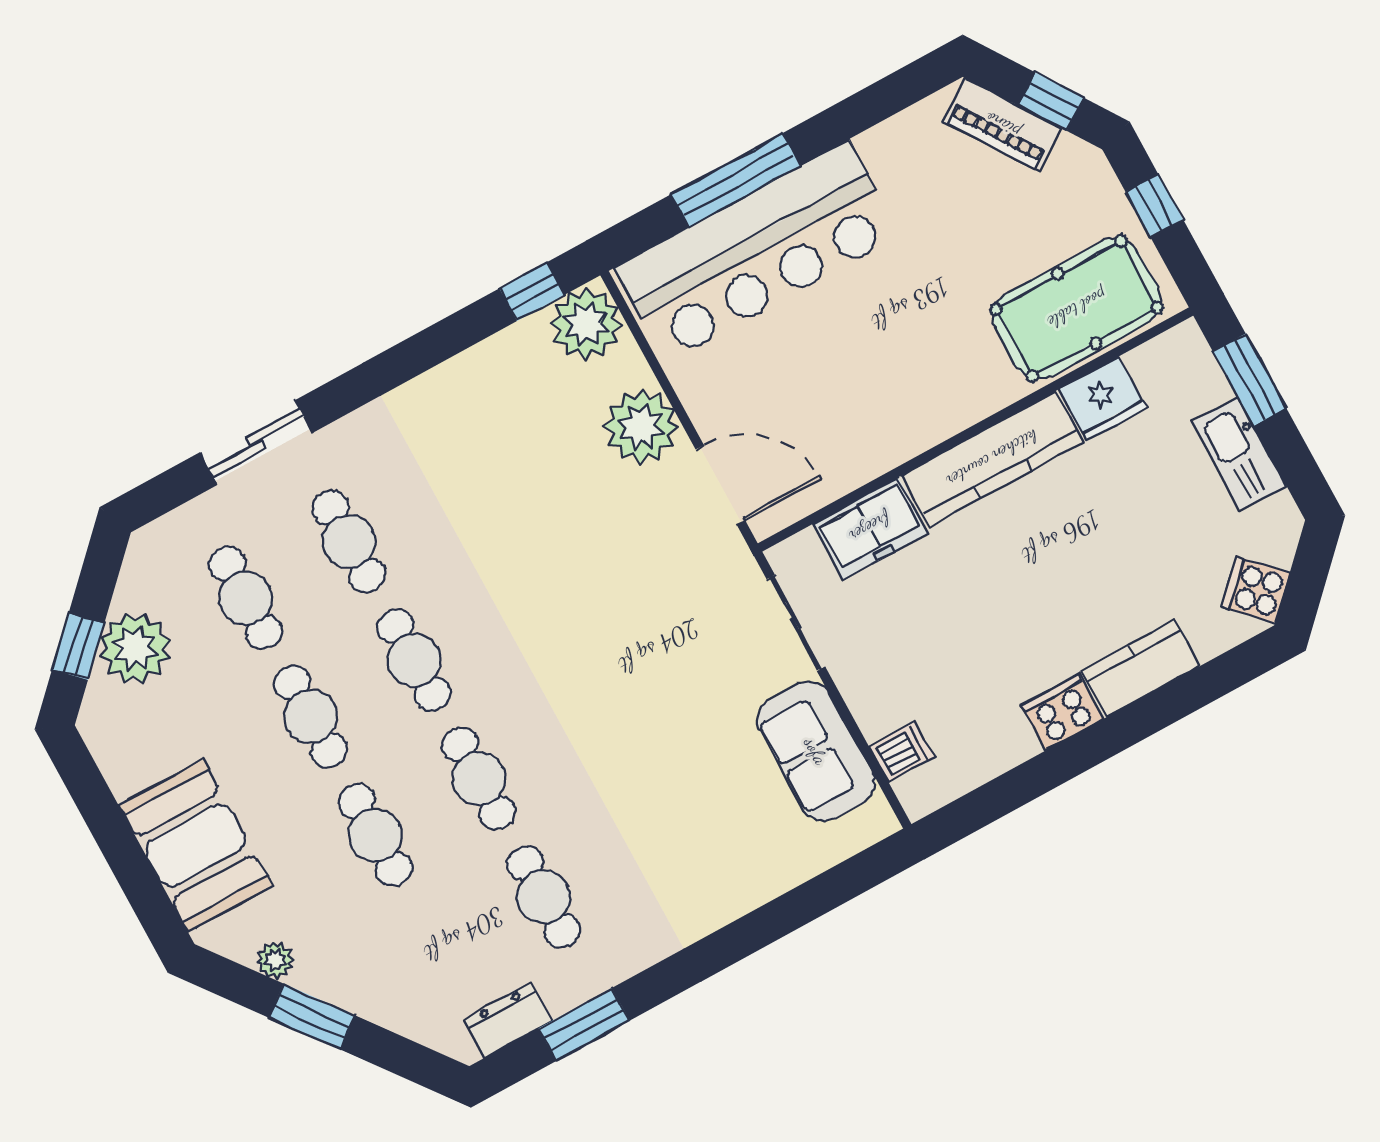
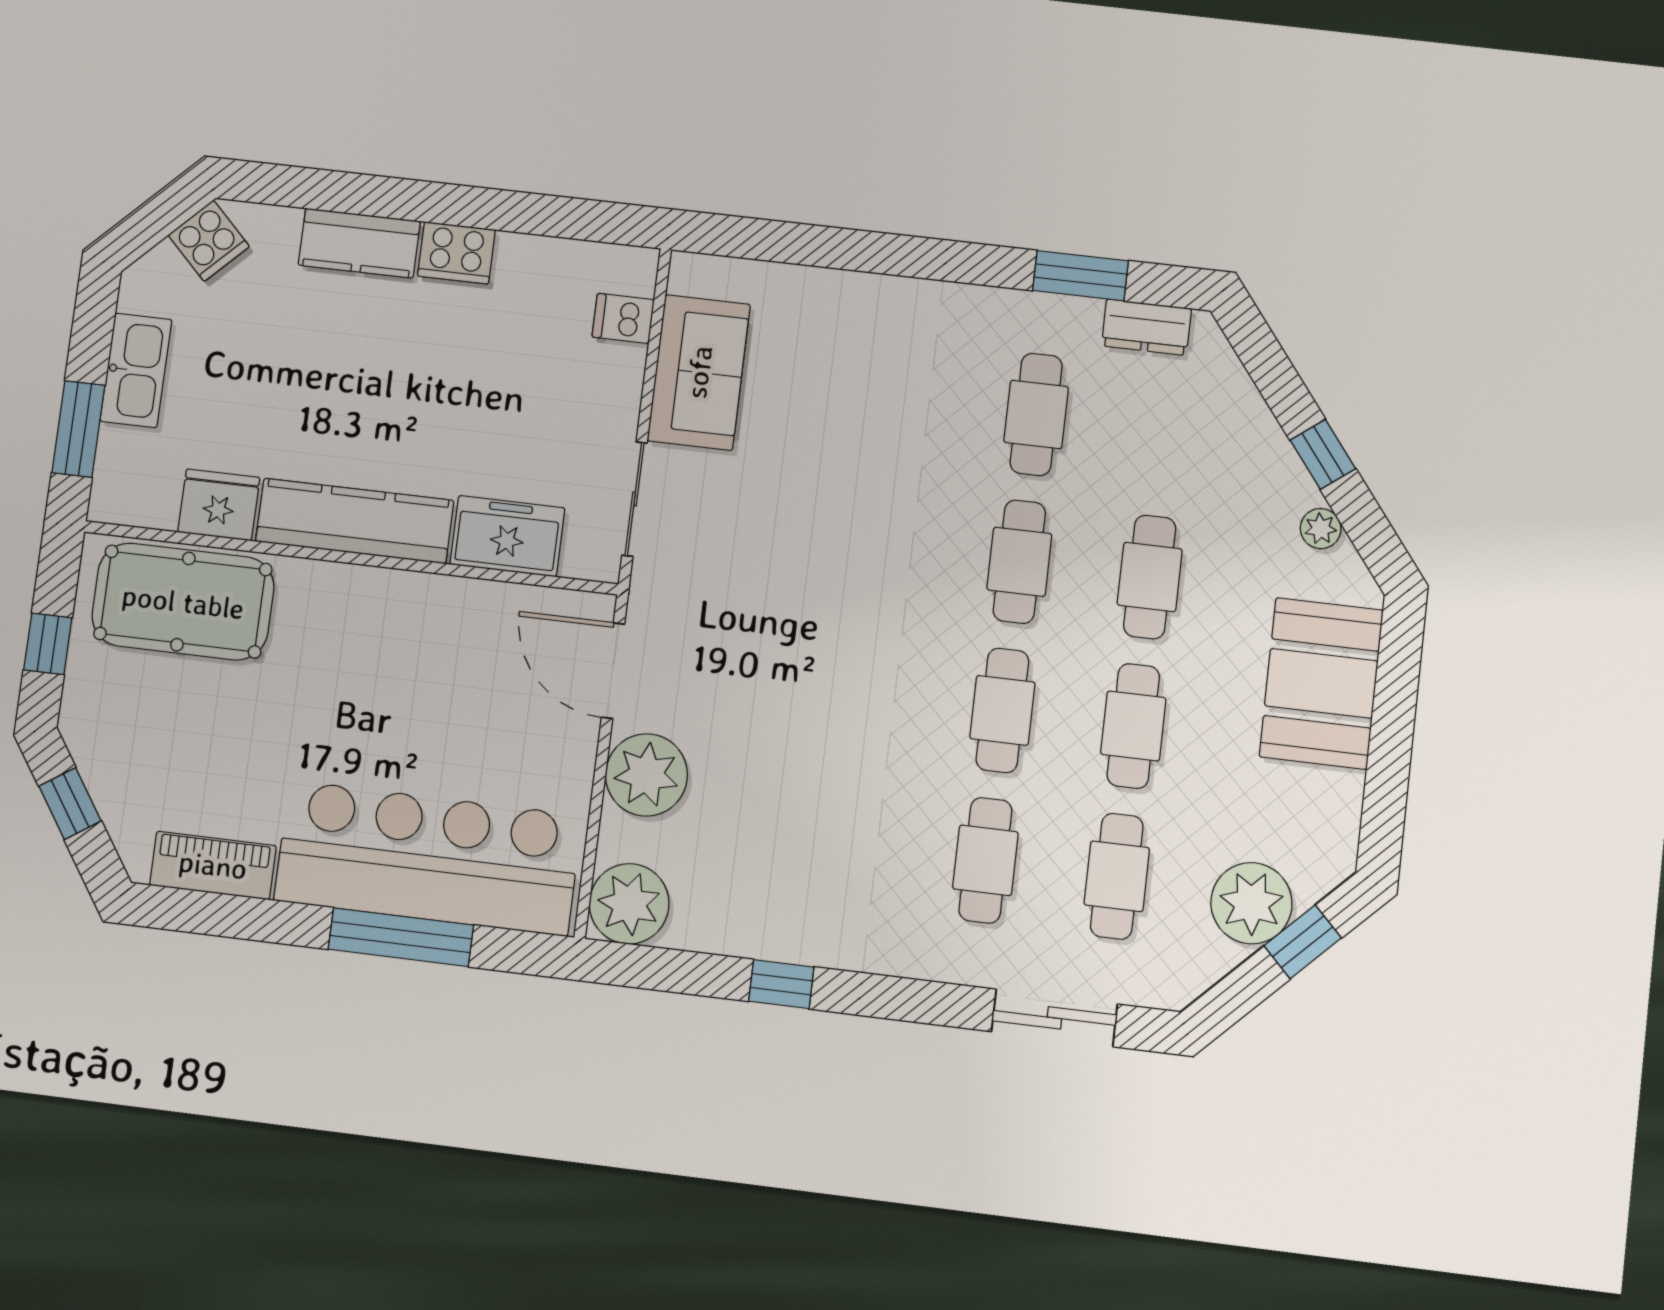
piano: (1002, 125) -> (213, 865), moved, turned -56
window: (532, 292) -> (781, 984), moved
sliding door: (256, 442) -> (1054, 1018), moved
window: (312, 1017) -> (1323, 454), width x0.67

